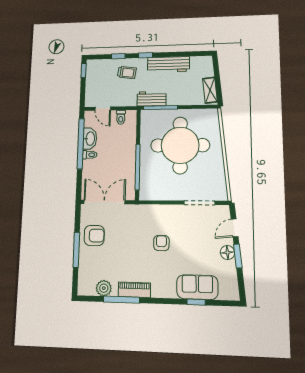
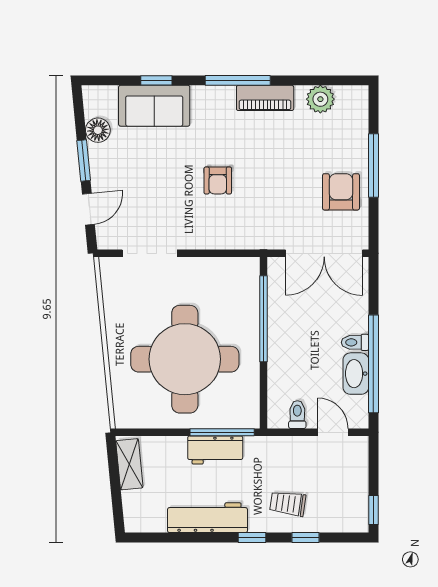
workbench: (151, 99) -> (215, 450), moved
armchair: (94, 236) -> (341, 192), turned 90
floor lamp: (227, 253) -> (98, 130), moved
window: (121, 300) -> (238, 80), moved

